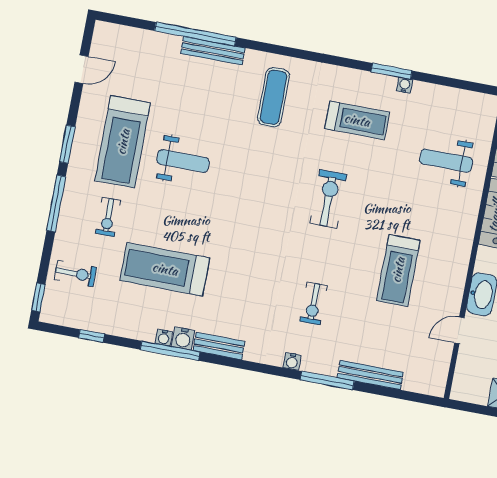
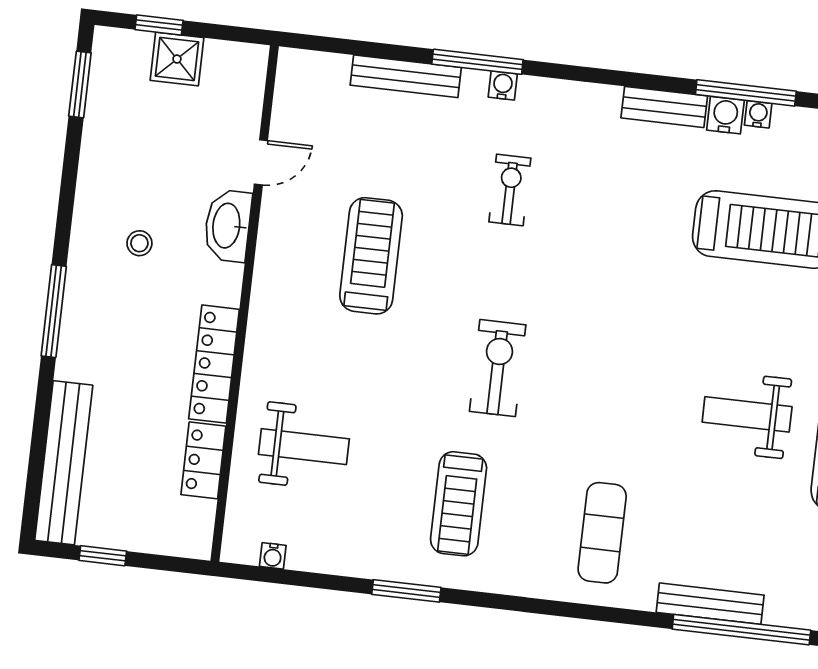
water cooler: (405, 85) -> (273, 556), moved
treadmill: (357, 120) -> (459, 504), turned -90
exercise bike: (328, 199) -> (498, 368), turned 180
water cooler: (292, 361) -> (503, 86), moved

